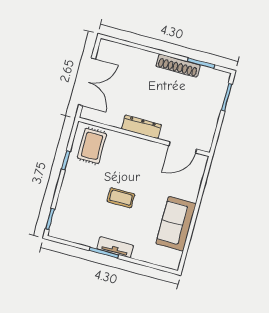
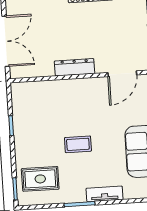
rug: (92, 146) -> (40, 179), moved, turned 90
tv unit: (115, 247) -> (105, 194), moved

